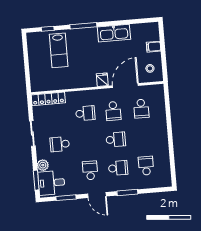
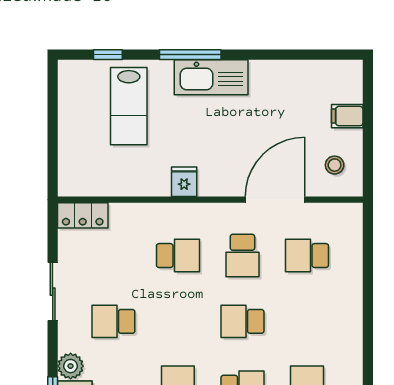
kitchen sink: (114, 33) -> (211, 77), moved
fridge: (102, 80) -> (184, 182), moved
locker: (48, 99) -> (83, 215), width x0.66
school desk: (141, 109) -> (307, 256), turned 90
school desk: (116, 139) -> (242, 321), turned 180

